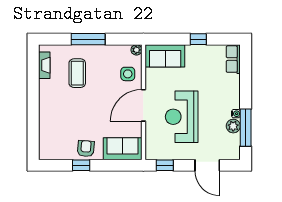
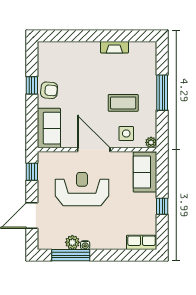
fireplace: (44, 65) -> (114, 47), moved
coffee table: (77, 73) -> (123, 103), moved

